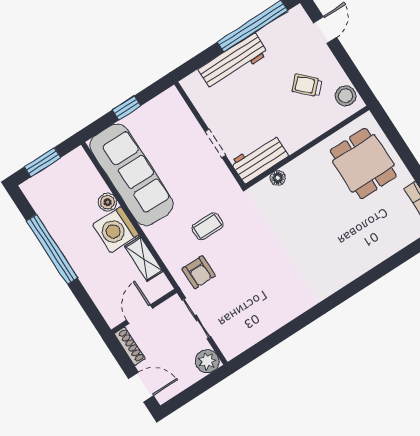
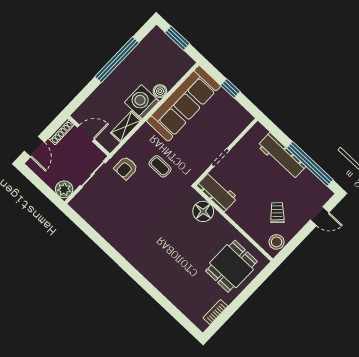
floor lamp: (278, 178) -> (203, 211), width x1.89, depth x1.89

